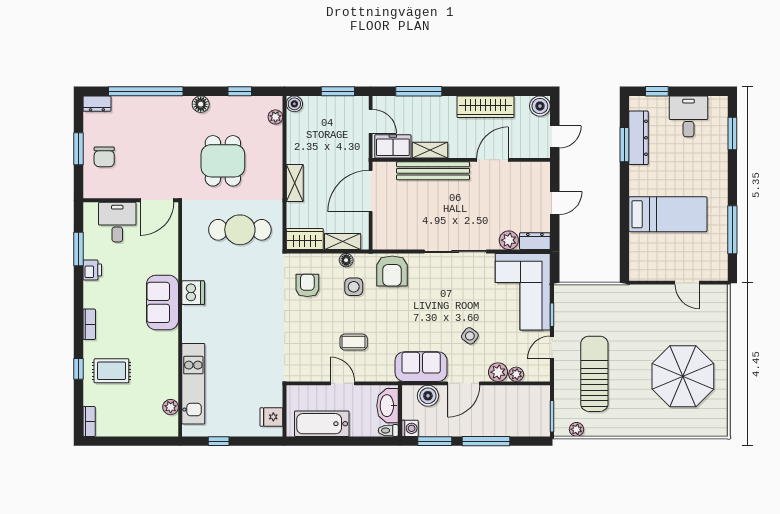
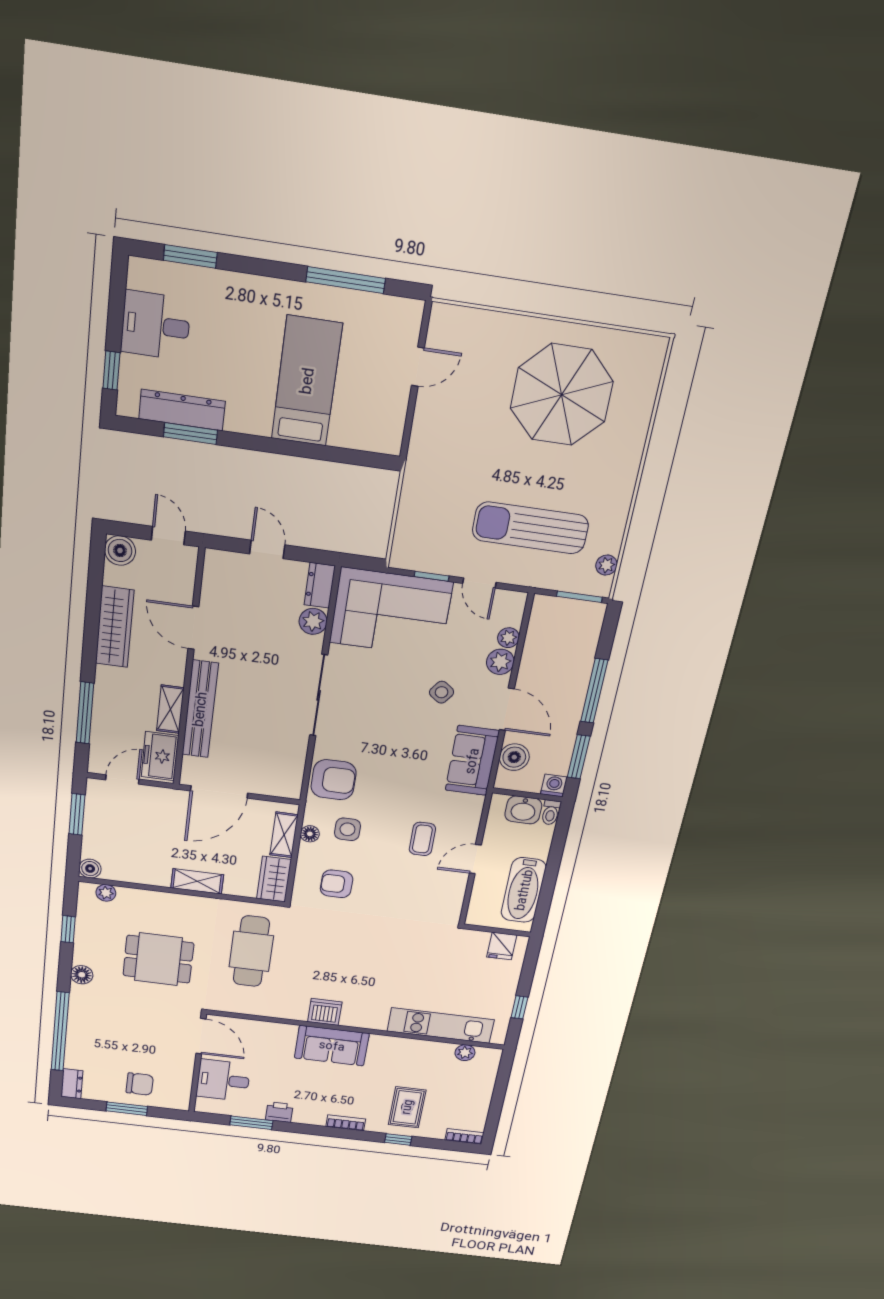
door: (371, 191) -> (219, 792), hinge flipped
washbasin: (387, 406) -> (523, 810), width x0.72

